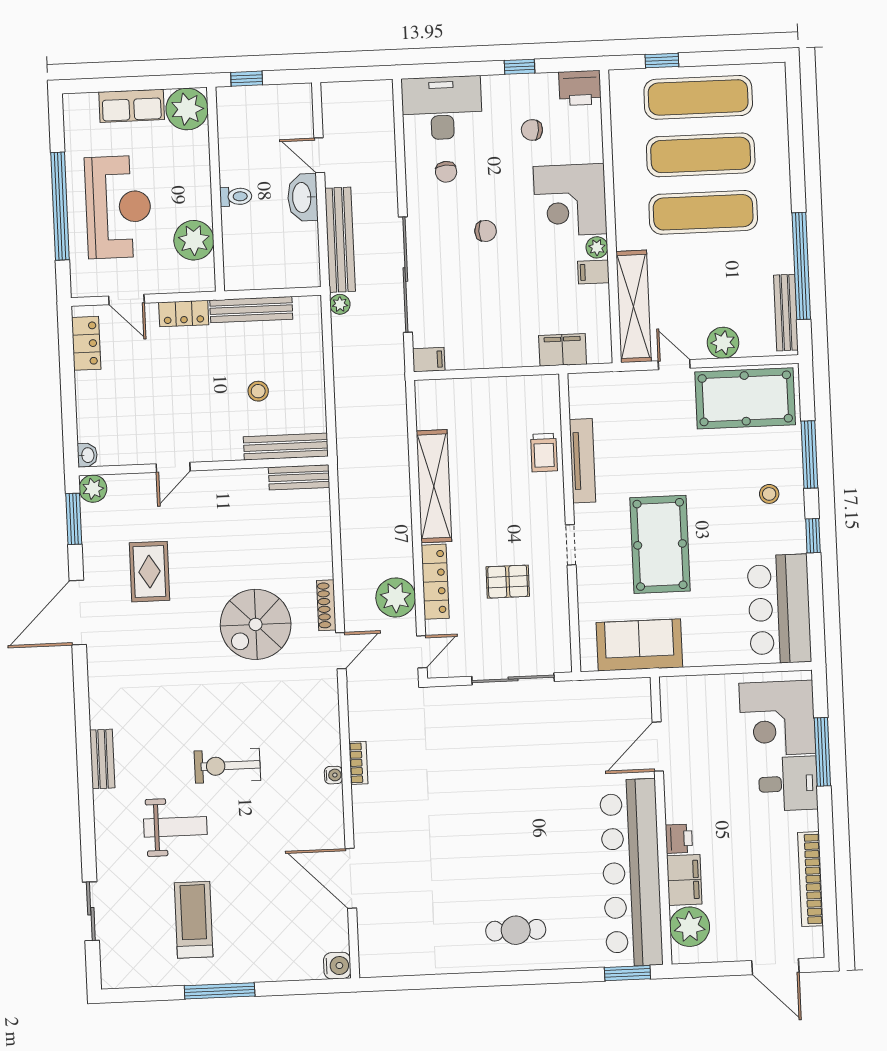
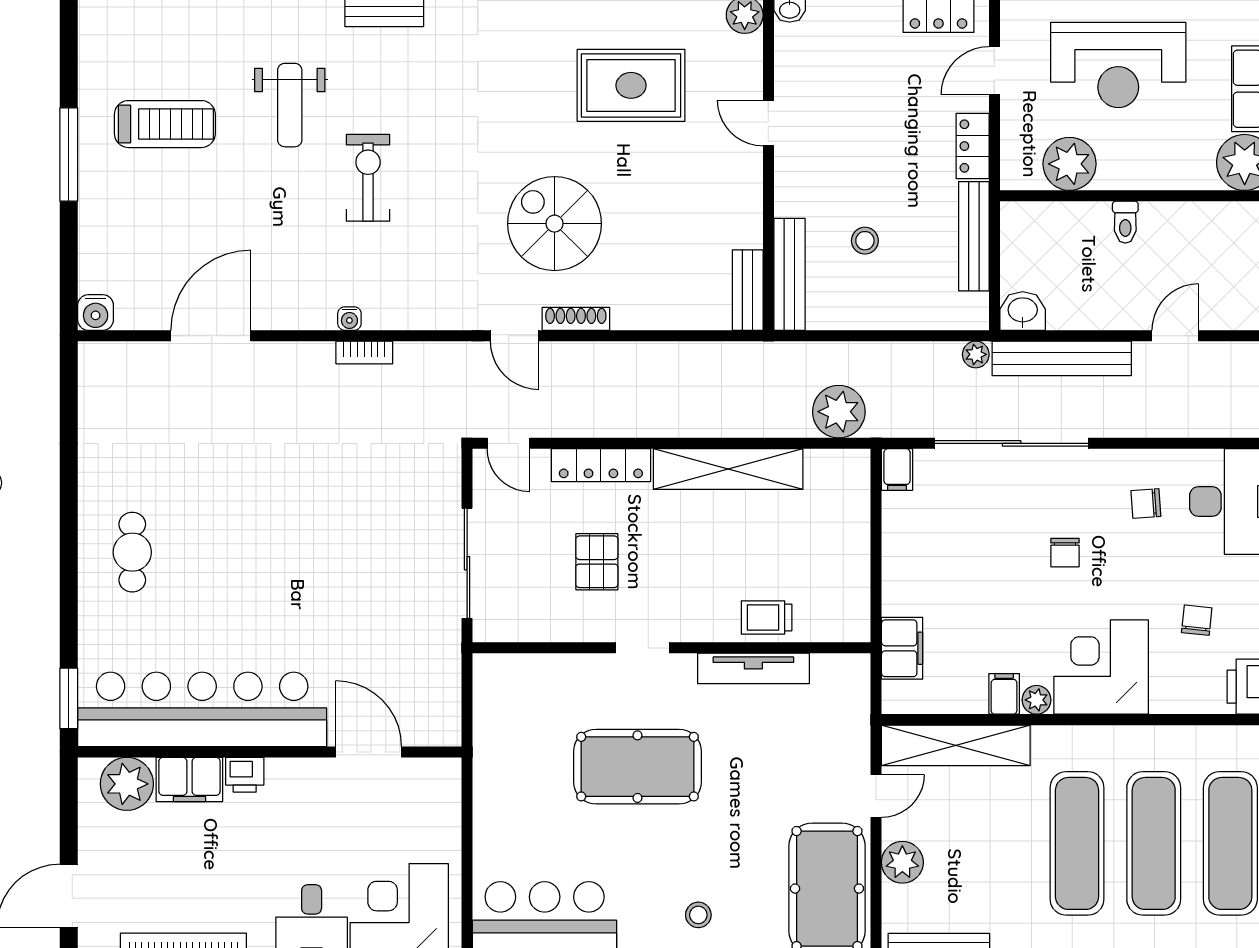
washbasin: (303, 197) -> (1023, 311), moved, width x0.72
rug: (149, 572) -> (631, 85), width x1.36, depth x1.43
plant: (396, 597) -> (839, 412), moved
sofa: (639, 645) -> (505, 733), removed

